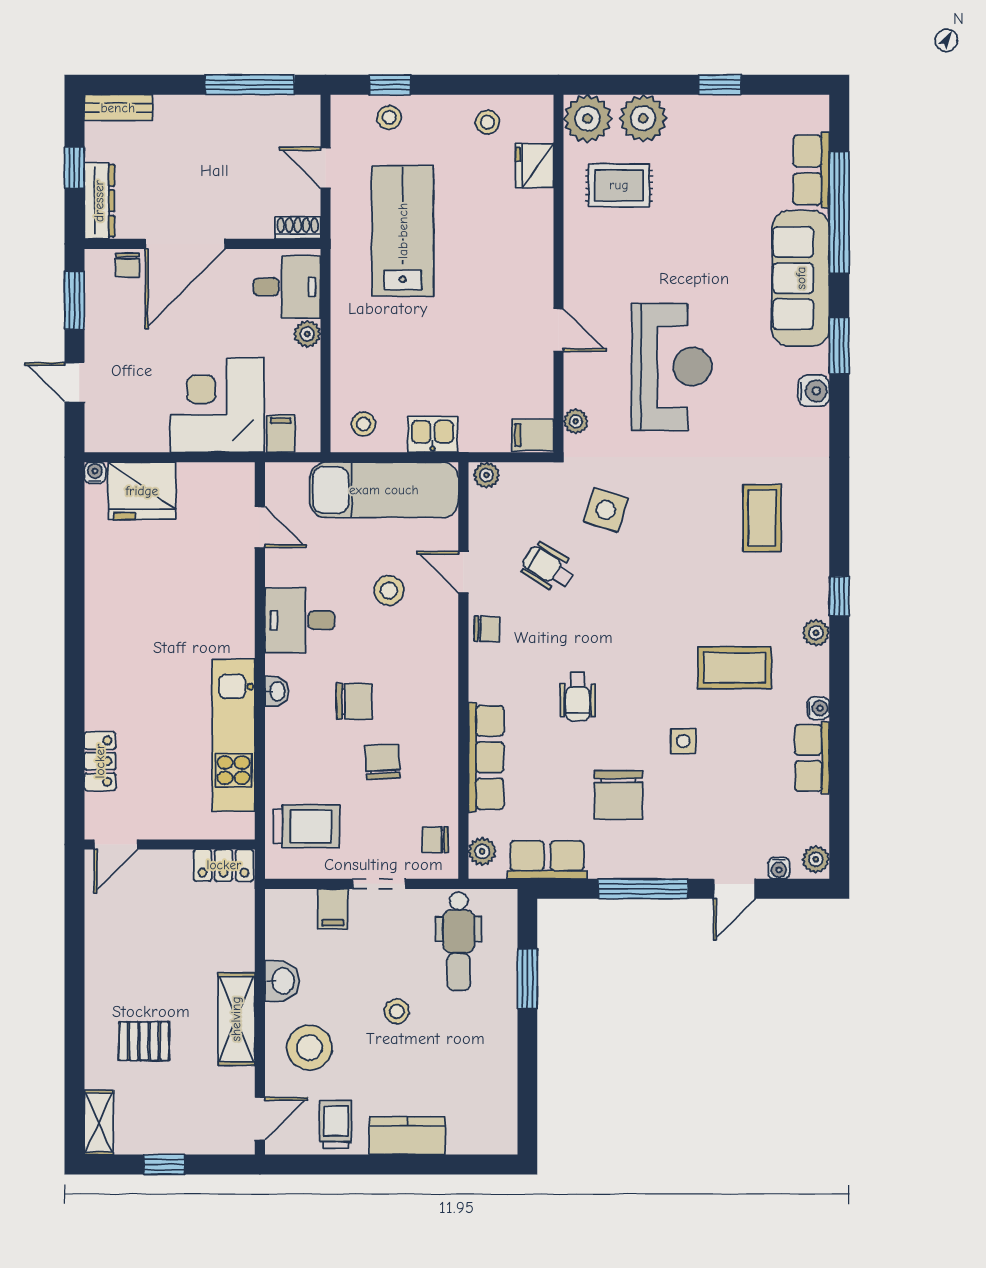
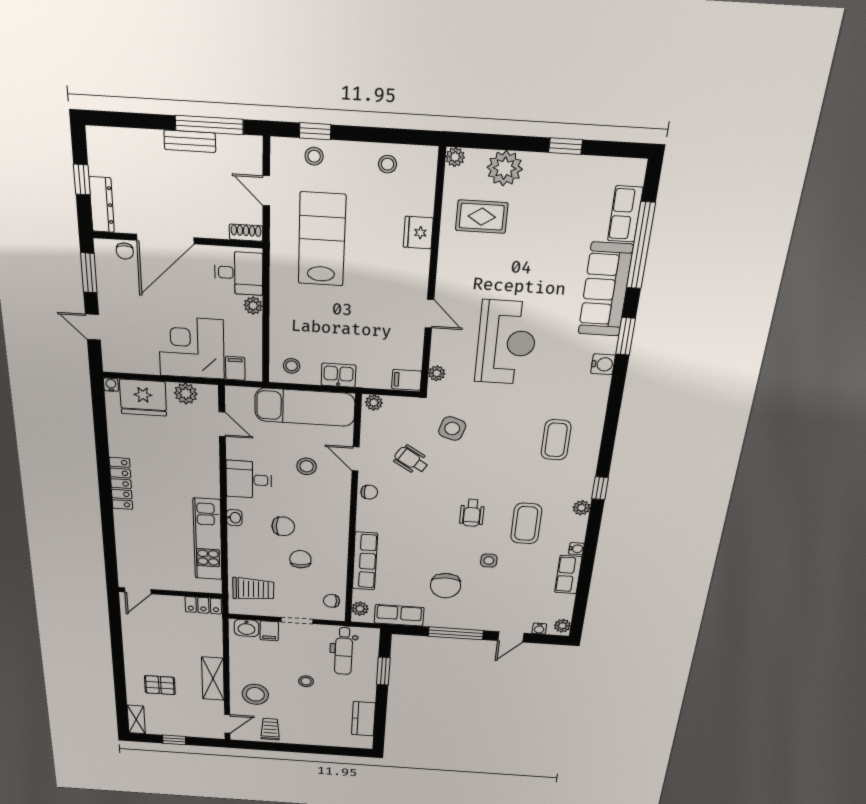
bench: (118, 108) -> (190, 141), moved
plant: (587, 119) -> (455, 157), width x0.53, depth x0.53
fridge: (535, 166) -> (418, 233), moved
plant: (206, 480) -> (186, 394), added
coffee table: (734, 668) -> (526, 524), turned 90
wheelchair: (578, 697) -> (472, 513), moved
locker: (100, 761) -> (121, 484), moved, width x1.53
washbasin: (282, 981) -> (246, 628), moved, turned 90
kitchen counter: (407, 1136) -> (363, 719), moved, turned -90

